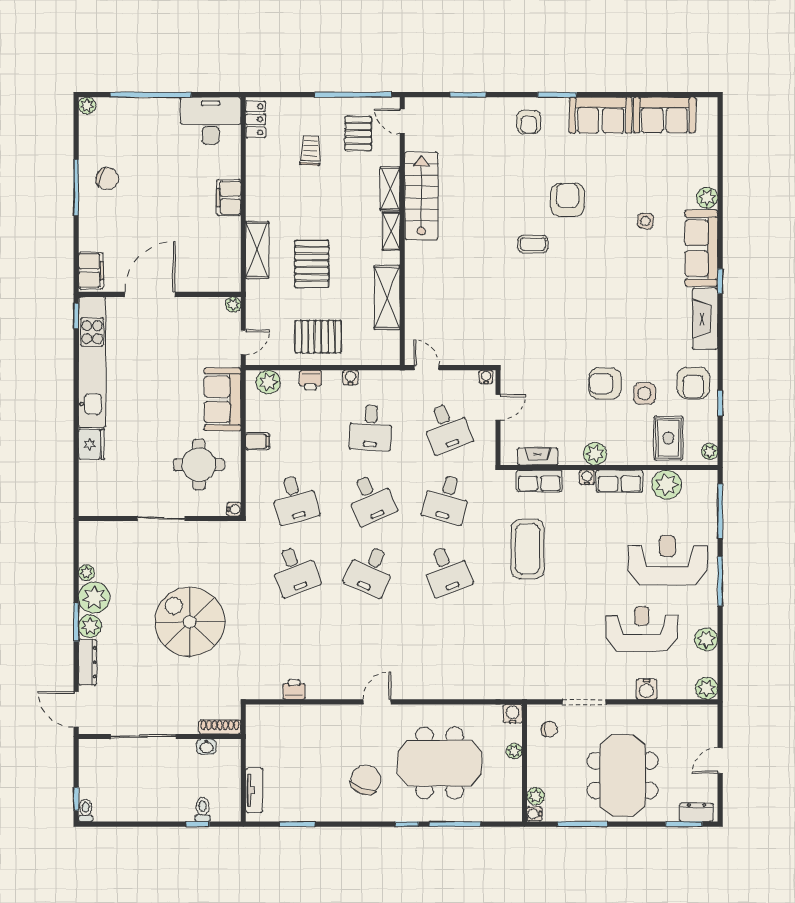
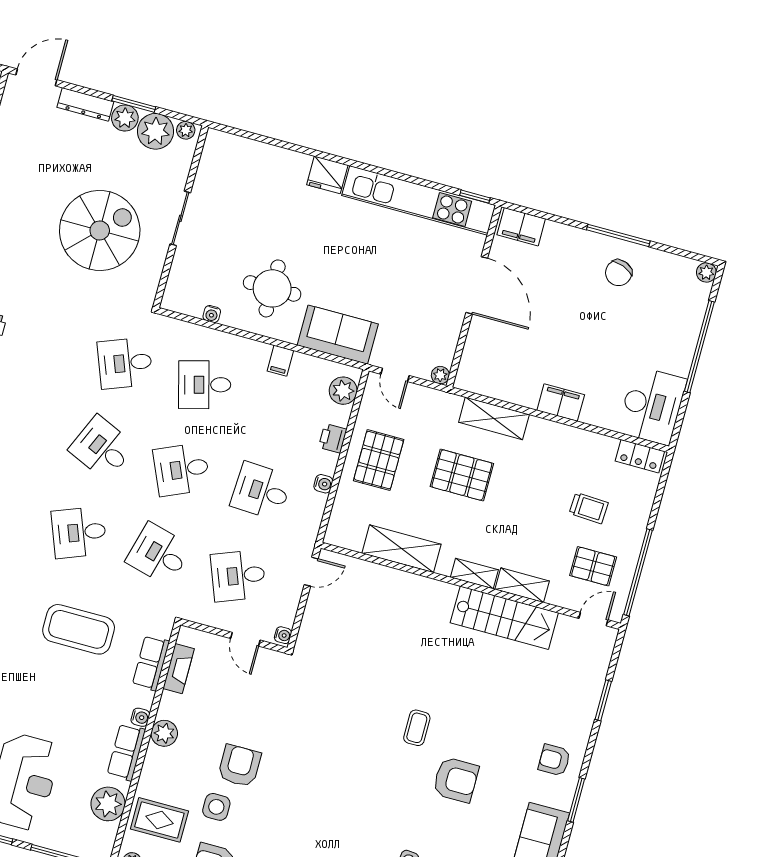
wall: (160, 518) -> (181, 217), moved
sliding door: (161, 518) -> (180, 218), moved

